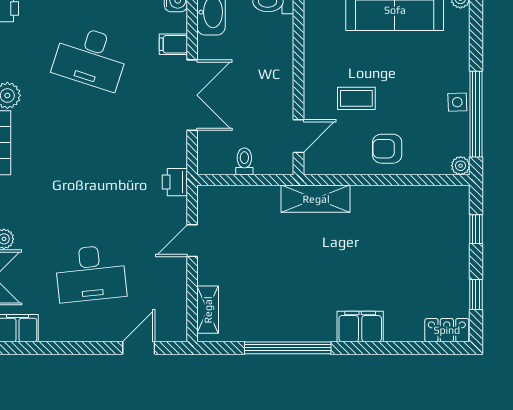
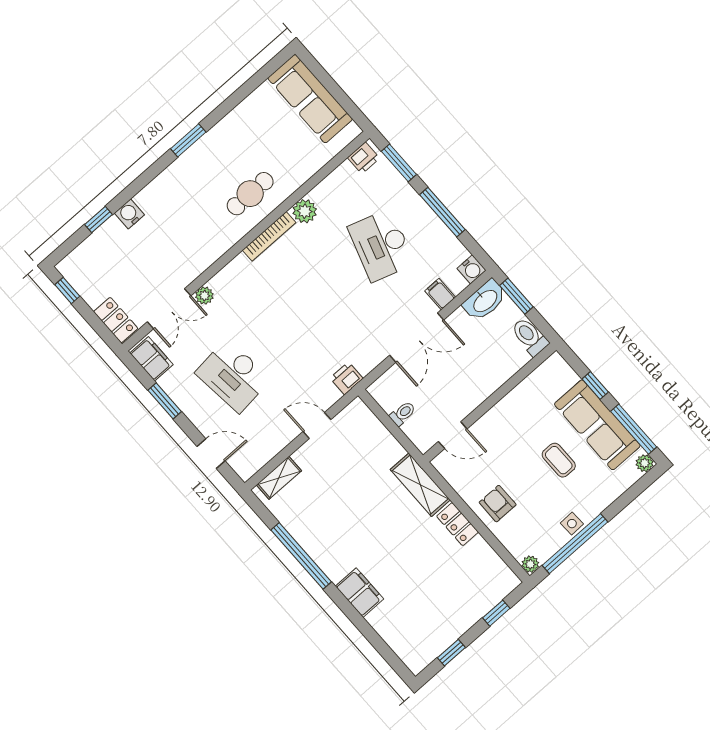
coffee table: (356, 98) -> (559, 460), moved
locker: (447, 330) -> (458, 524), moved, turned 180
window: (62, 348) -> (165, 401), added

